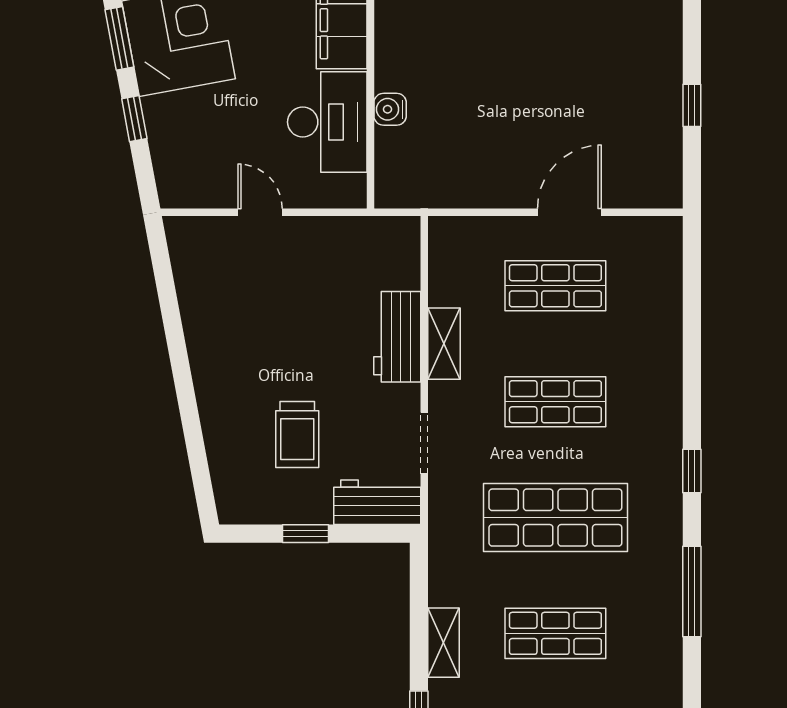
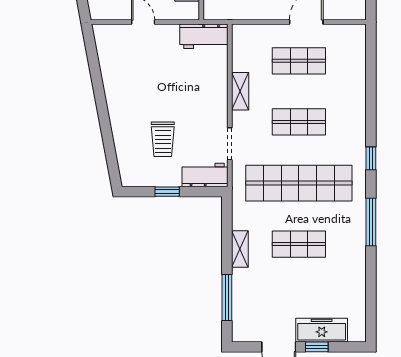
workbench: (397, 337) -> (204, 36), moved, turned -90
shop shelf: (555, 518) -> (299, 183), width x1.40

